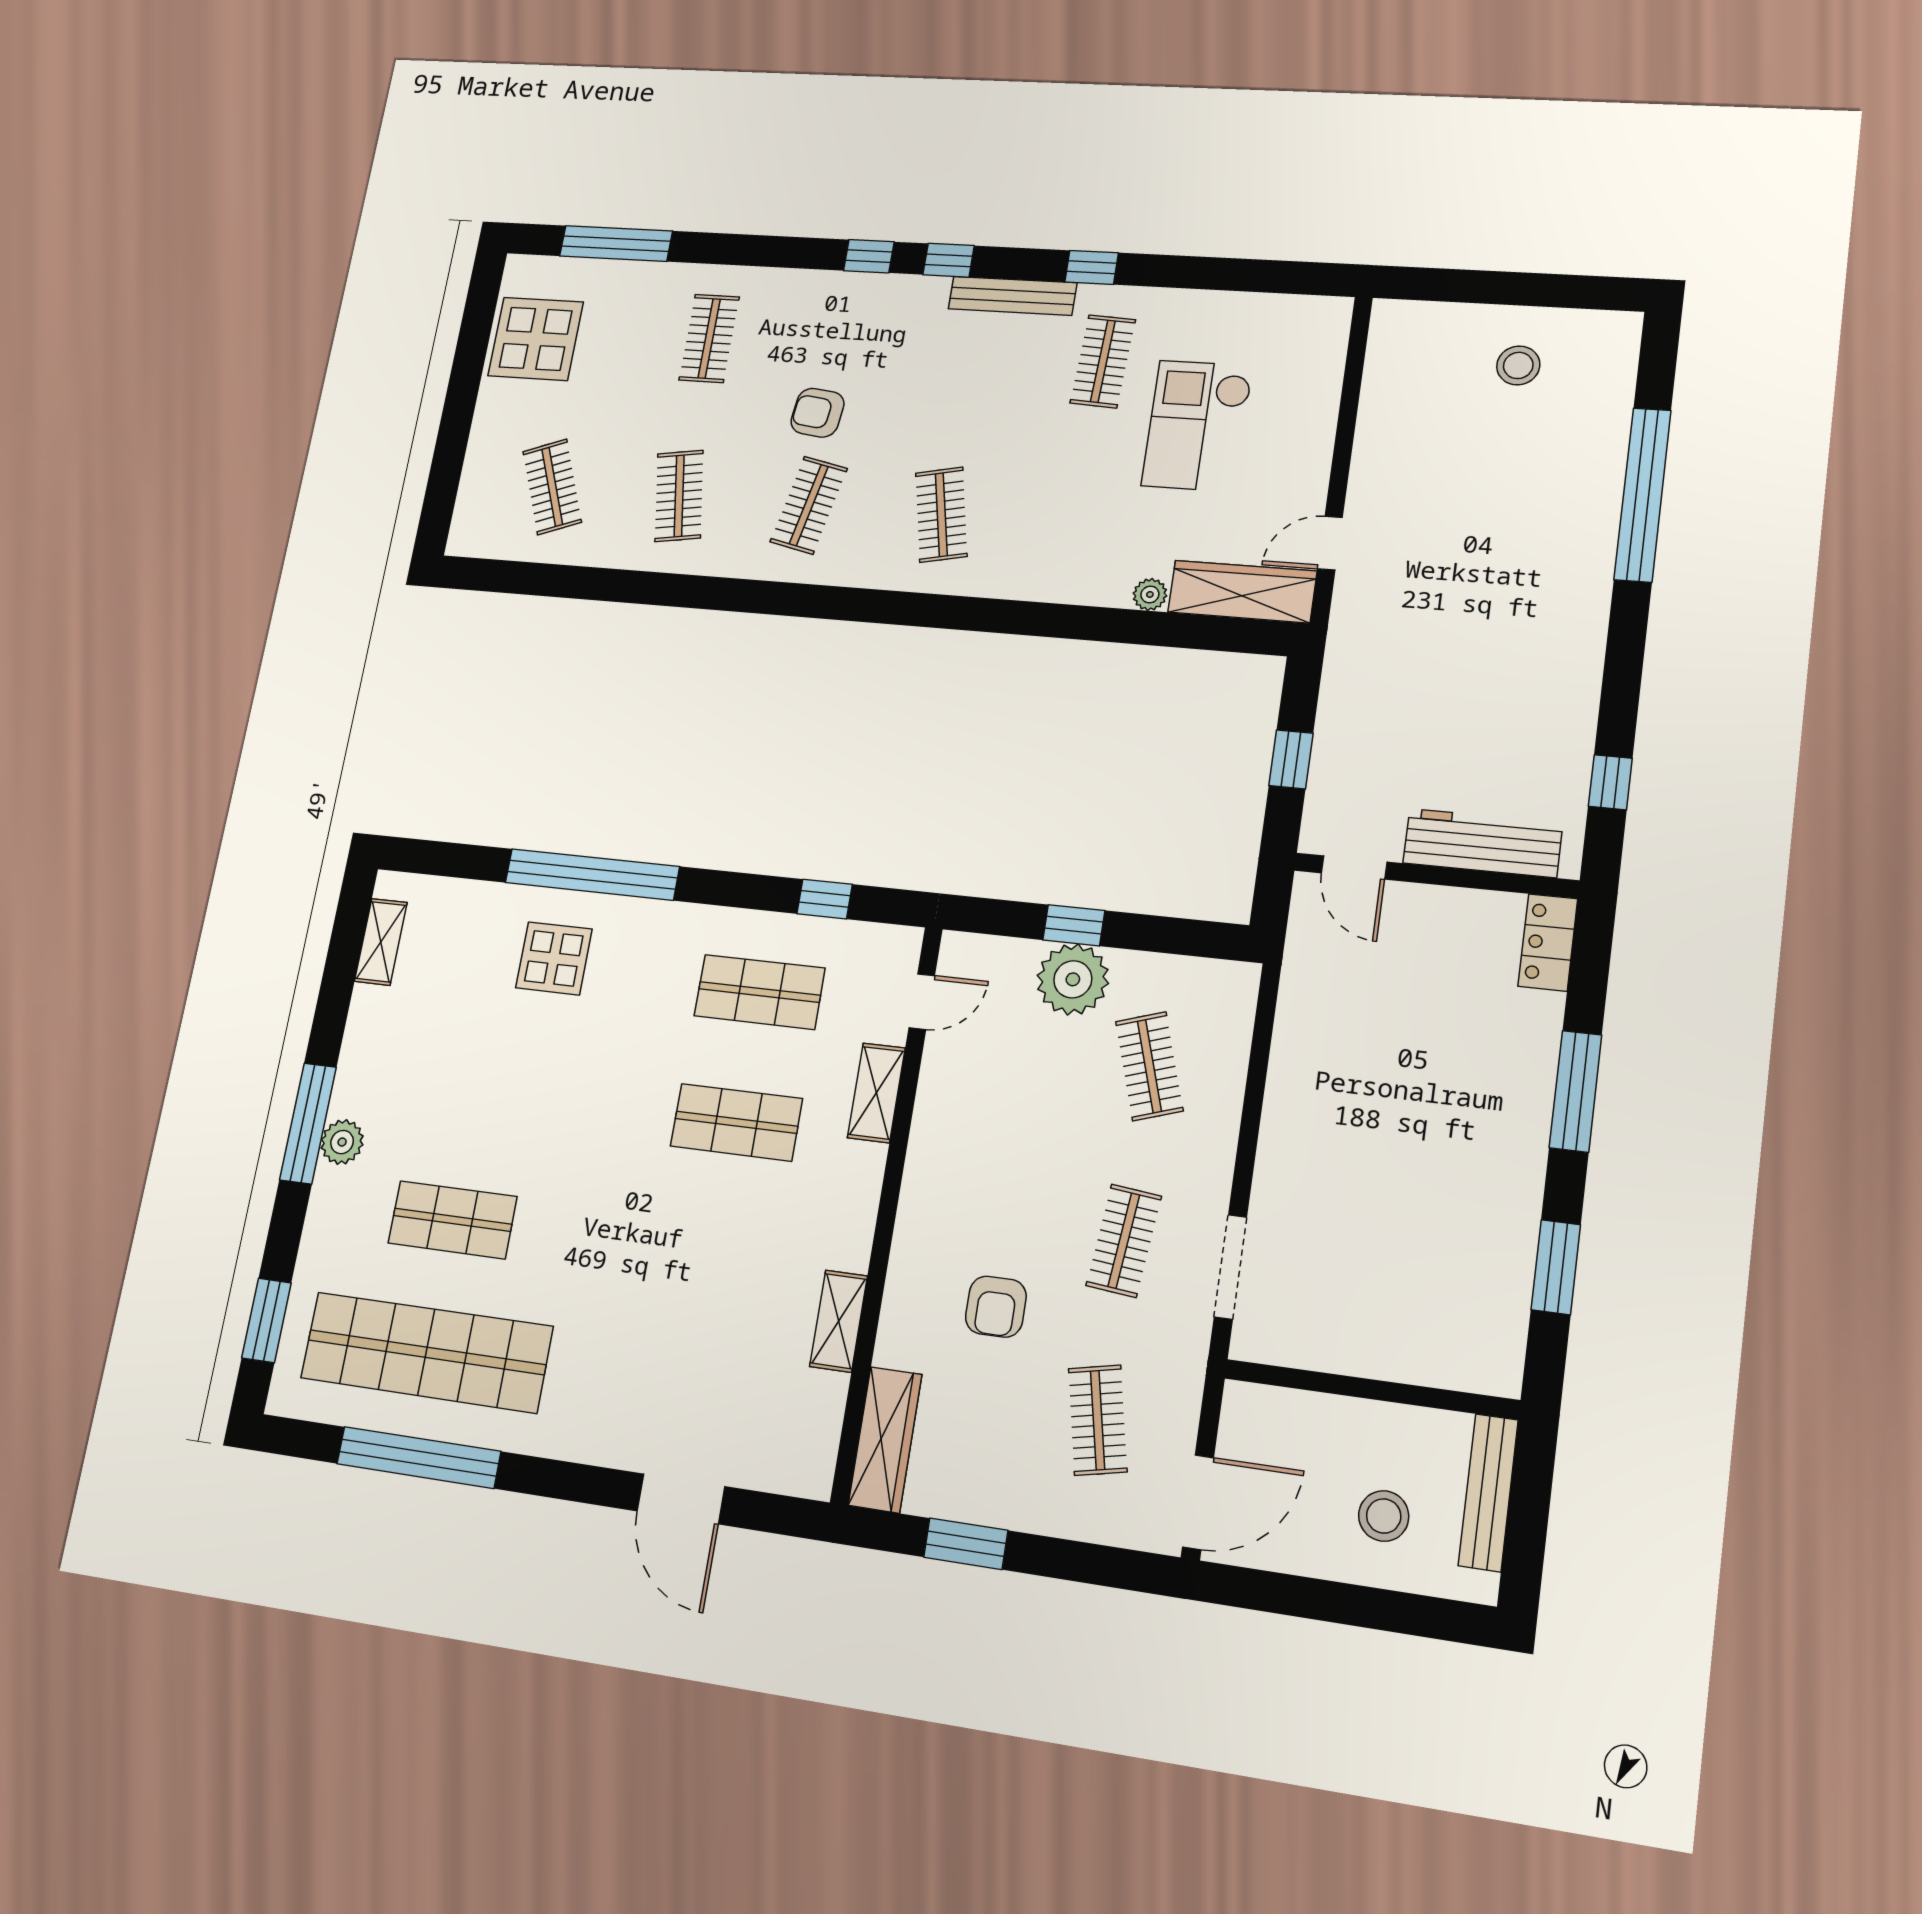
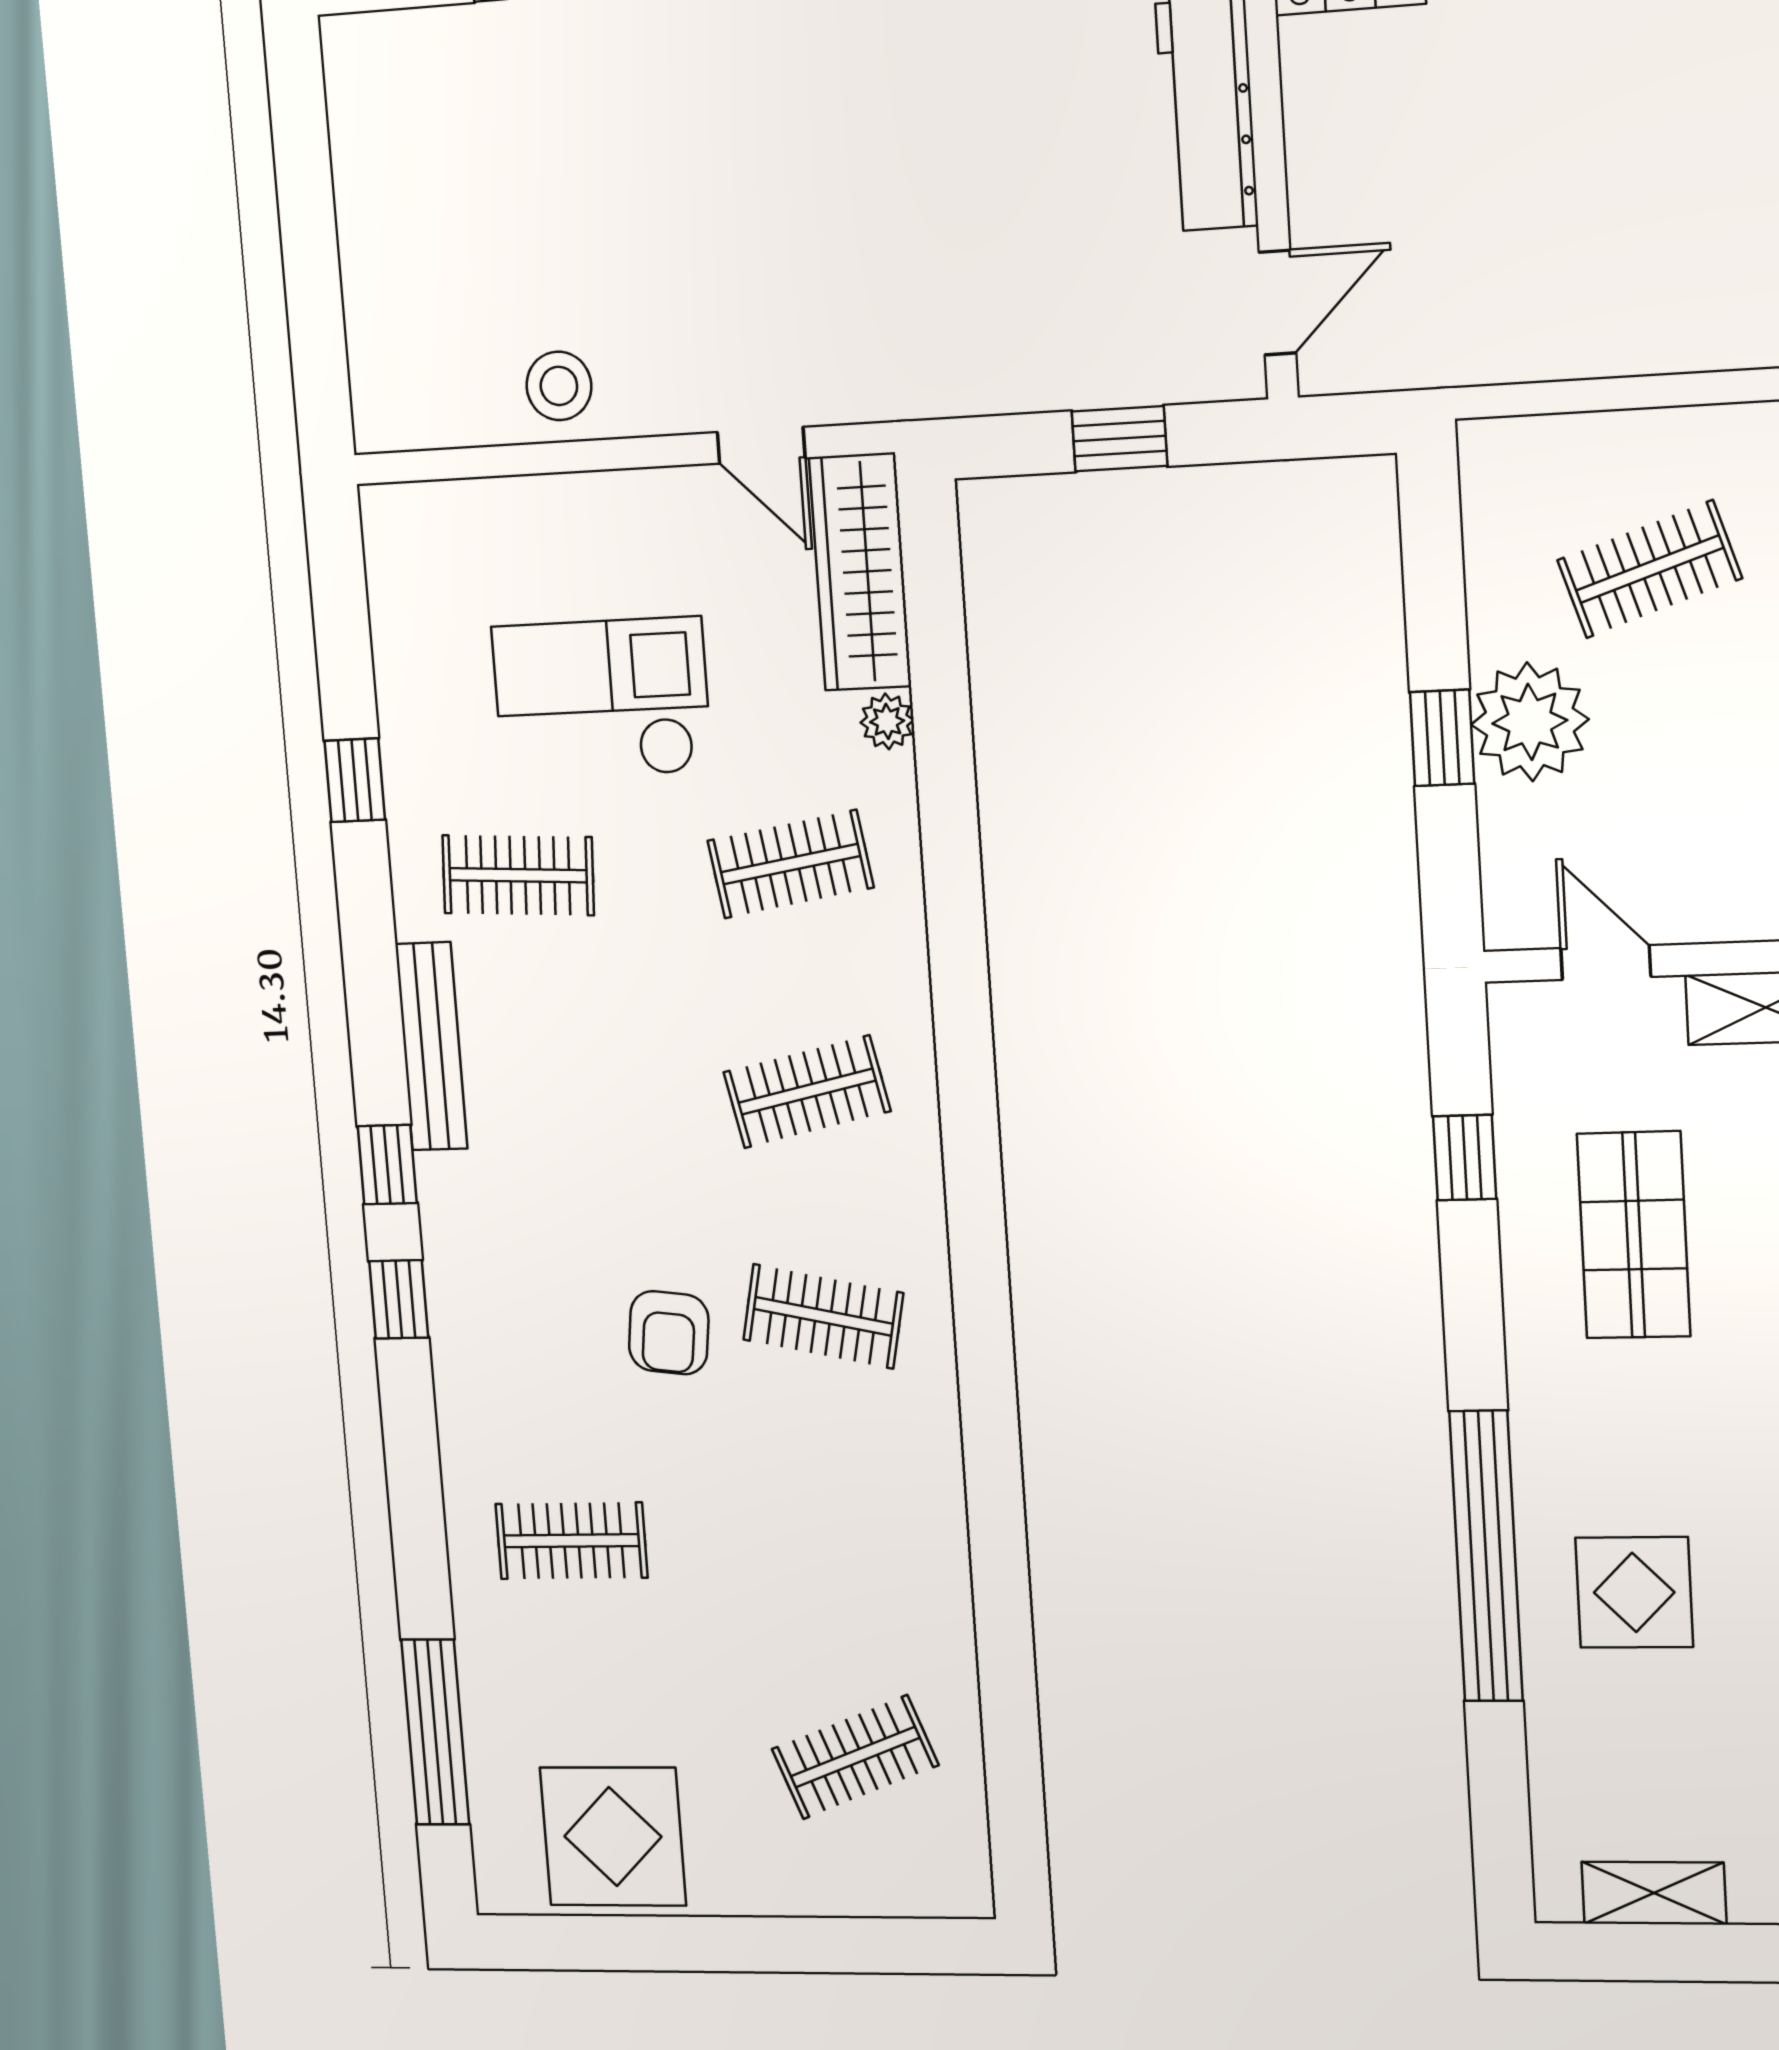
window: (1092, 267) -> (355, 780), moved
stool: (1518, 365) -> (559, 386), moved
checkout: (1197, 426) -> (602, 699), turned 180
clothes rail: (679, 496) -> (790, 864), moved

